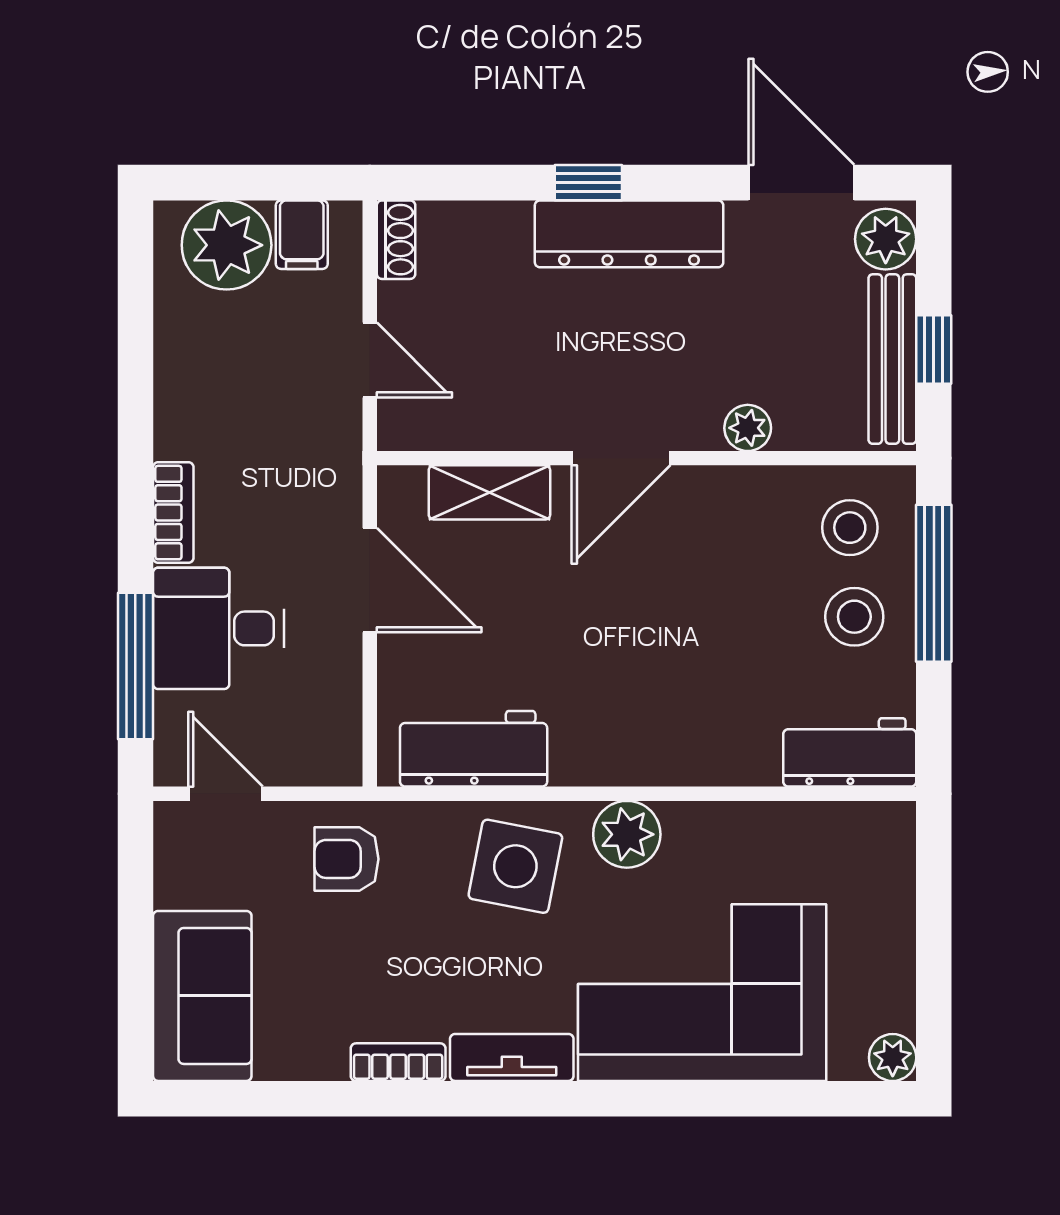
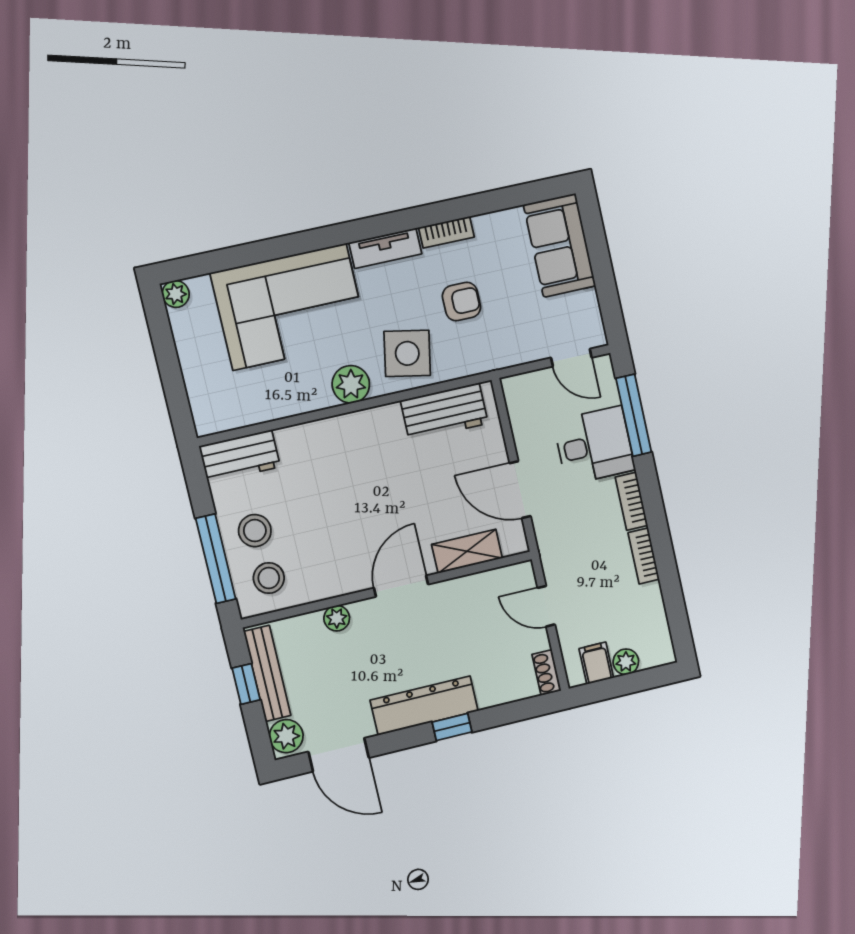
plant: (227, 245) -> (626, 662), width x0.53, depth x0.53
bookcase: (173, 409) -> (644, 556), added
armchair: (347, 859) -> (461, 302), moved

